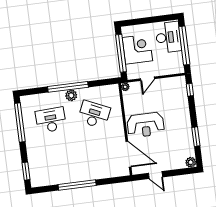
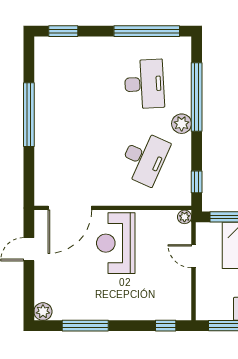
window: (104, 82) -> (197, 182), added
window: (68, 87) -> (197, 97), moved
window: (196, 137) -> (85, 326), width x1.44

